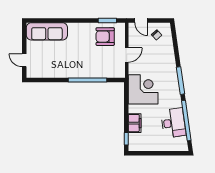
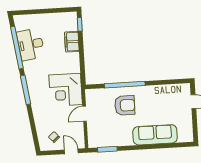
sofa: (47, 31) -> (155, 135), moved
armchair: (105, 37) -> (125, 105), moved
corner desk: (143, 89) -> (66, 90), moved

